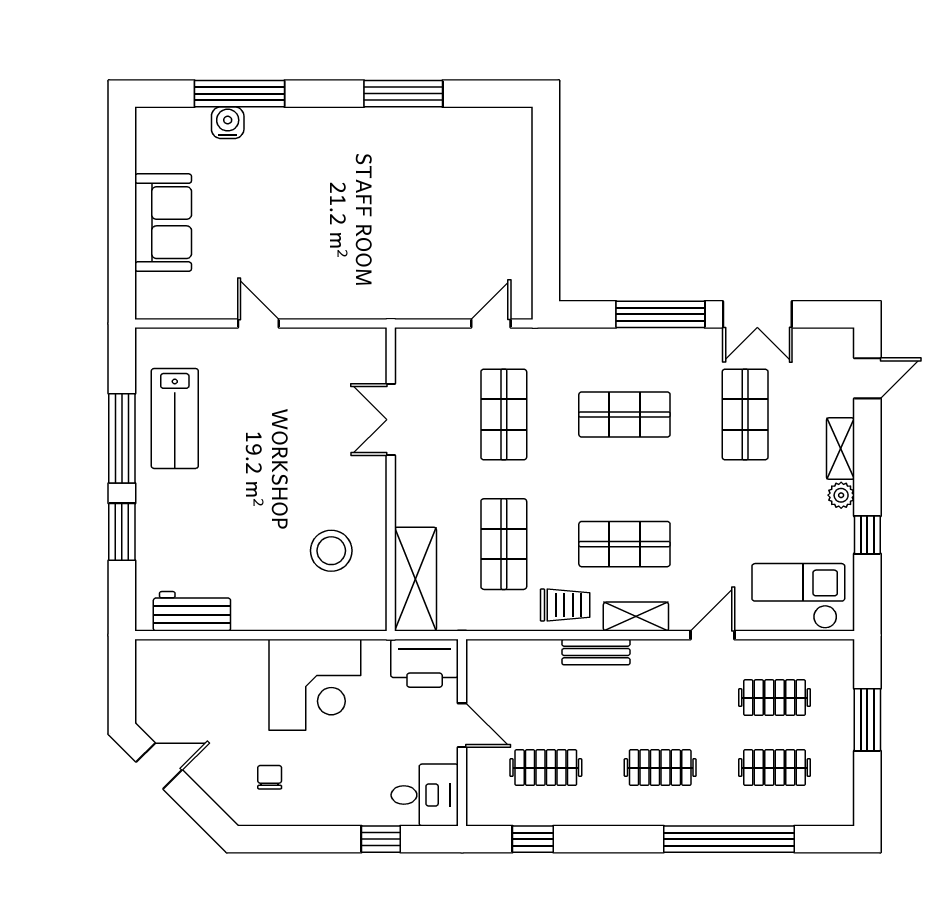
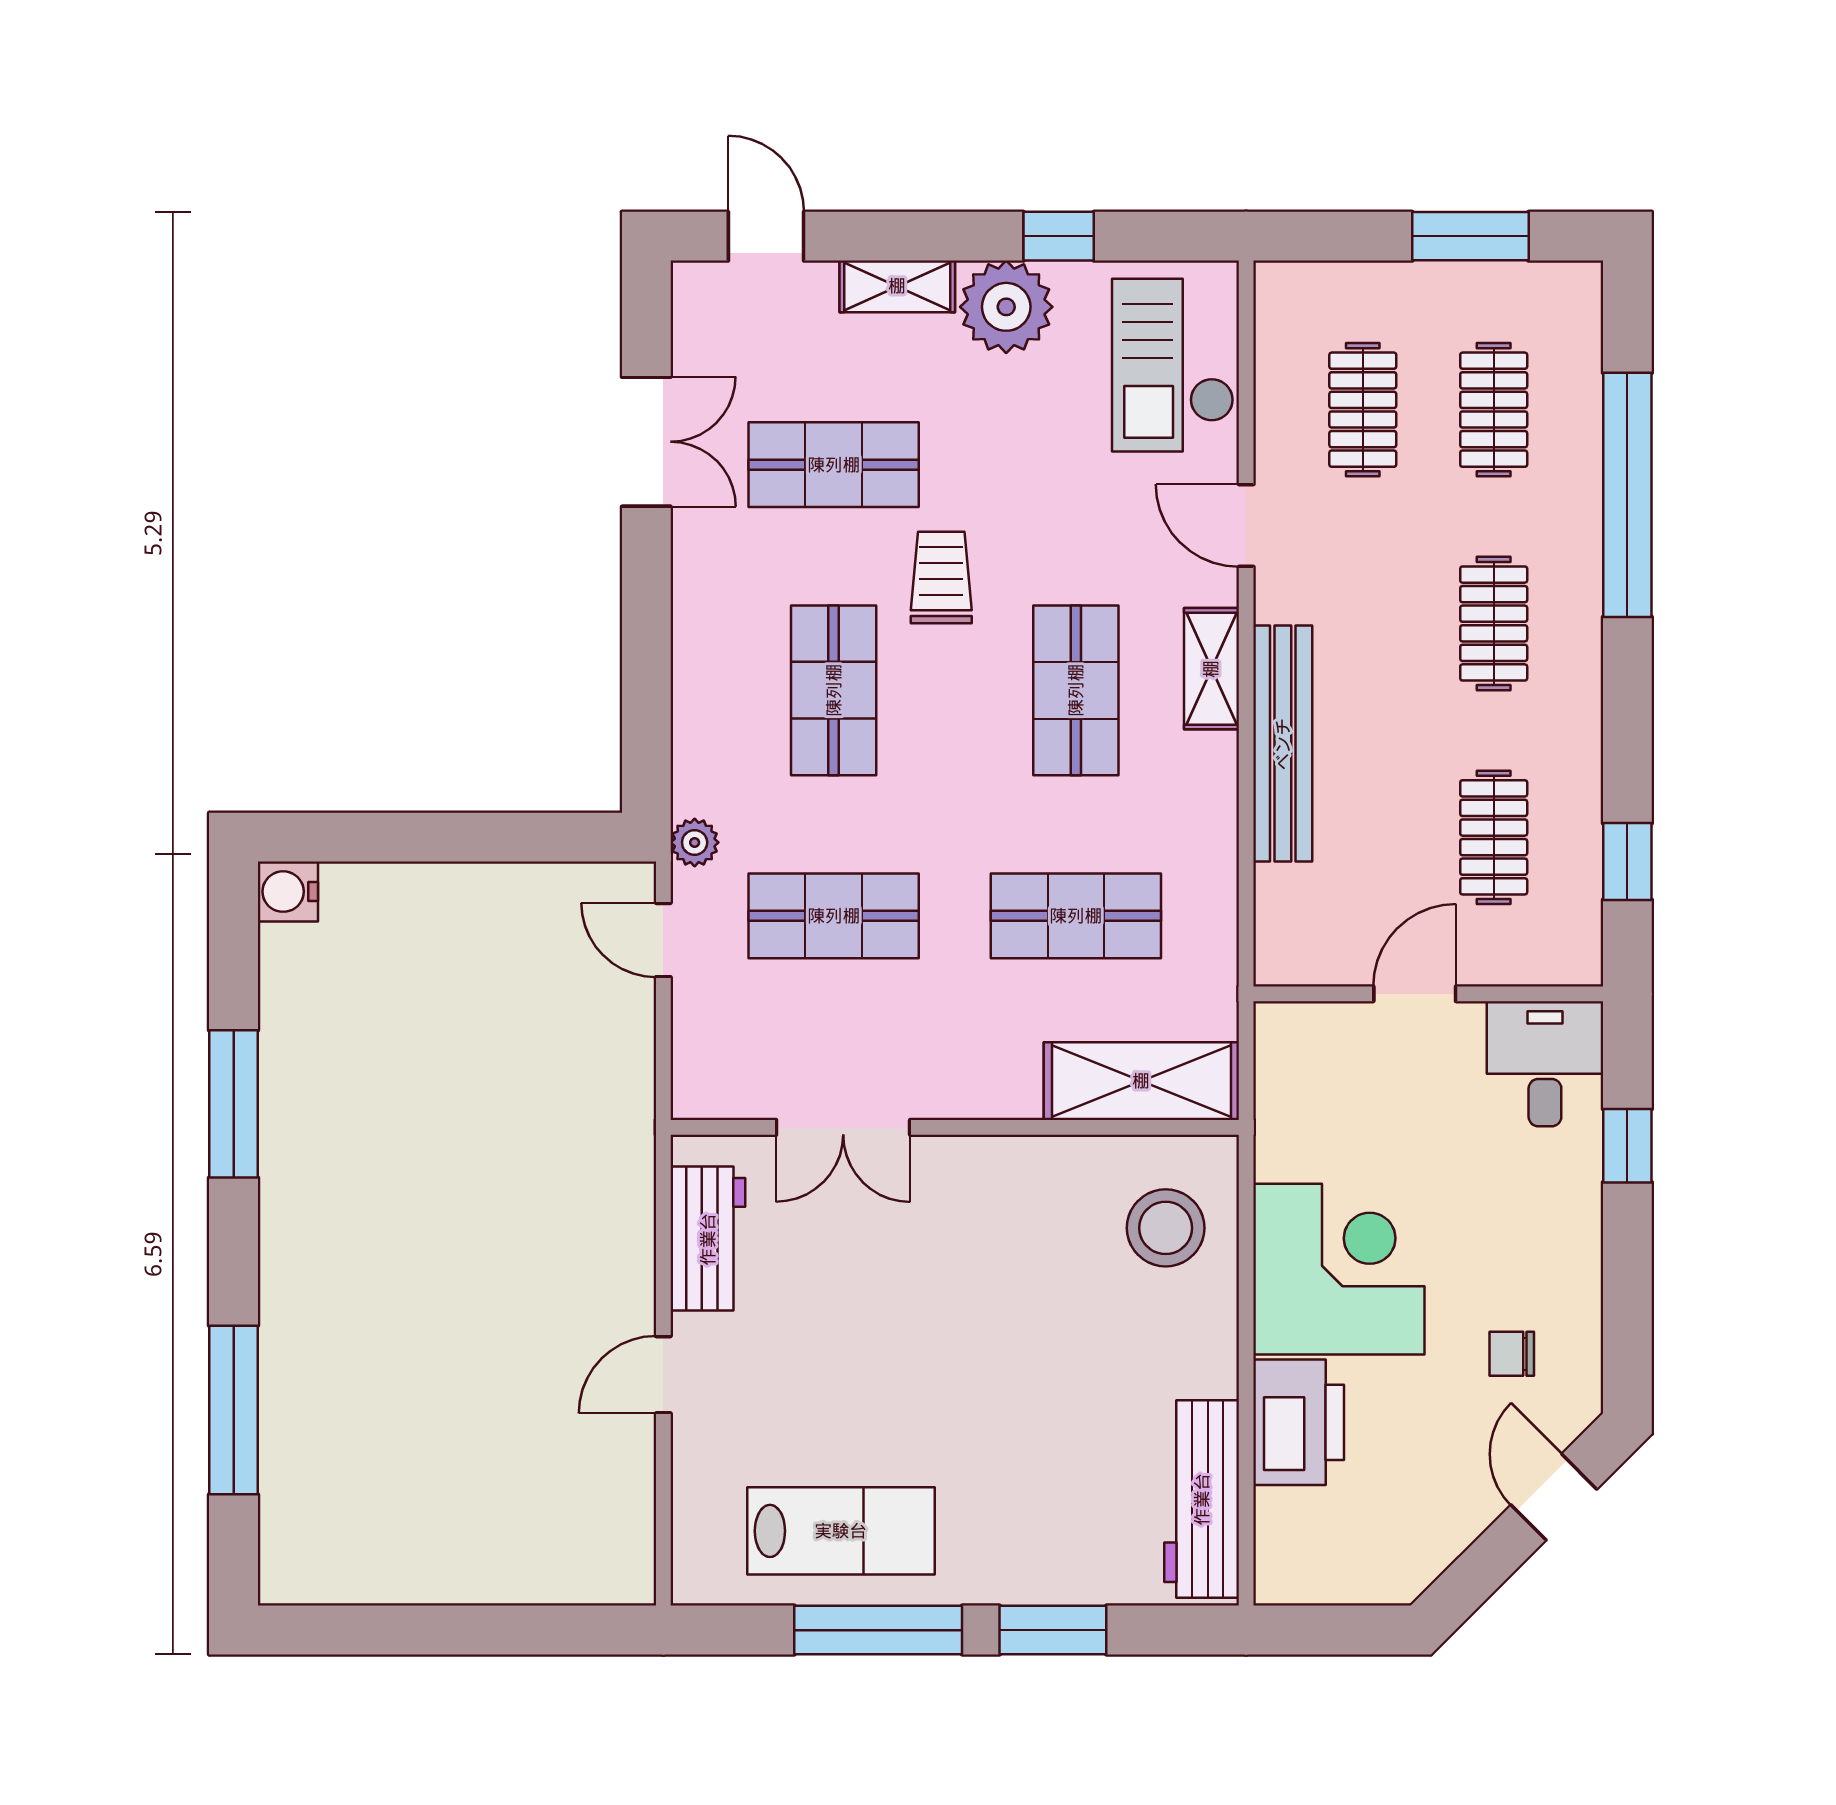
water cooler: (228, 123) -> (288, 892), moved
sofa: (163, 223) -> (475, 1553), removed
window: (660, 314) -> (646, 623), removed
plant: (543, 340) -> (695, 842), added
workbench: (331, 347) -> (708, 1239), added
plant: (841, 495) -> (1006, 307), width x1.88, depth x1.88
stool: (331, 551) -> (1166, 1228), moved
trolley: (565, 605) -> (941, 577), moved
workbench: (192, 611) -> (1202, 1499), width x1.38
bench: (596, 652) -> (1283, 744), width x1.86, depth x1.21
printer: (425, 663) -> (1299, 1422), moved
window: (867, 720) -> (1470, 236), moved
door: (159, 766) -> (1554, 1497), moved

